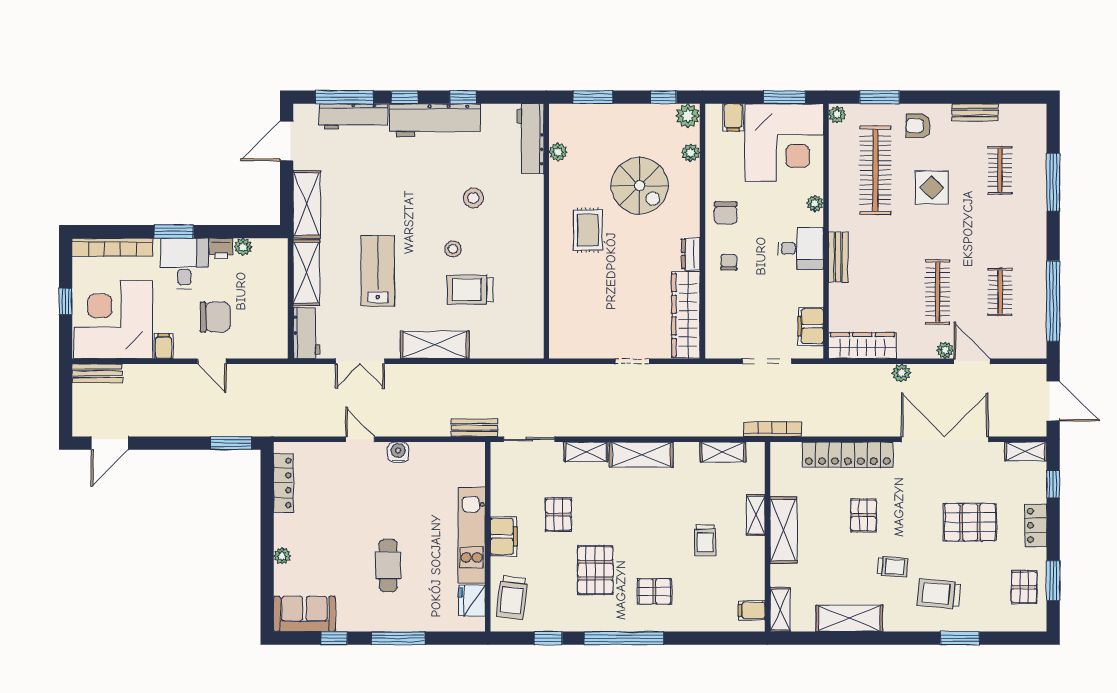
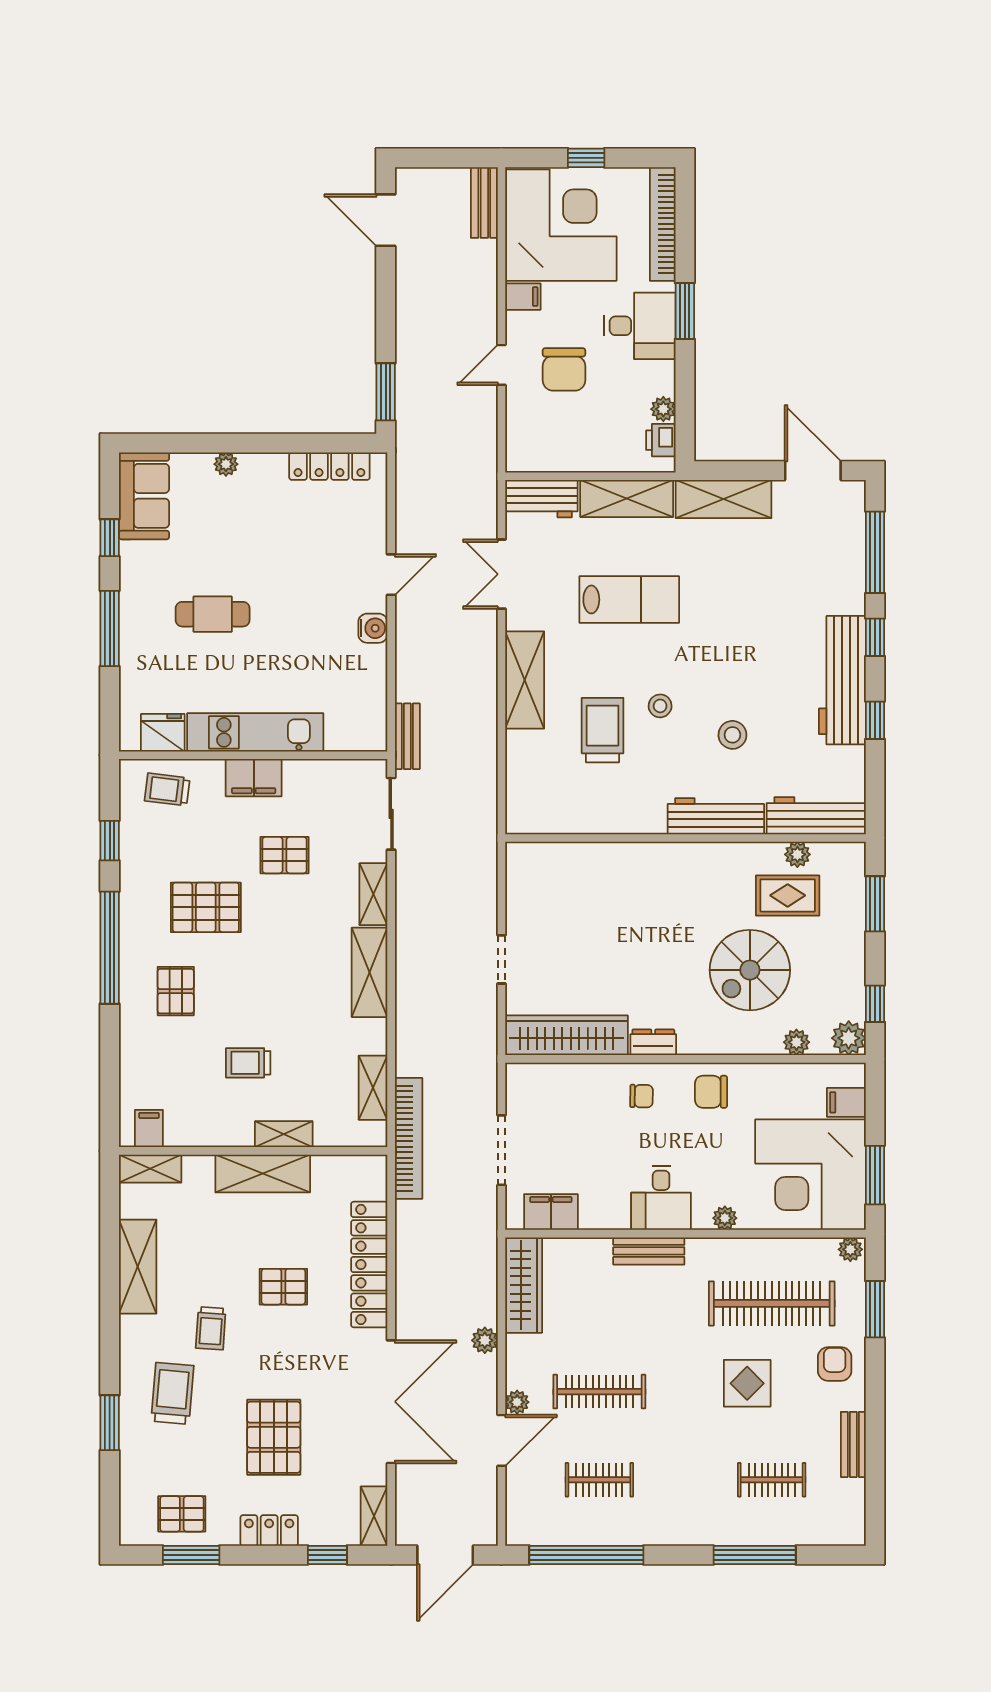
workbench: (353, 116) -> (716, 816), moved, turned 90
rug: (588, 230) -> (788, 895), moved
printer: (221, 249) -> (661, 440), moved
bookcase: (773, 429) -> (409, 1138), width x1.48, depth x1.31
trolley: (512, 598) -> (167, 789), width x0.73, depth x0.72

